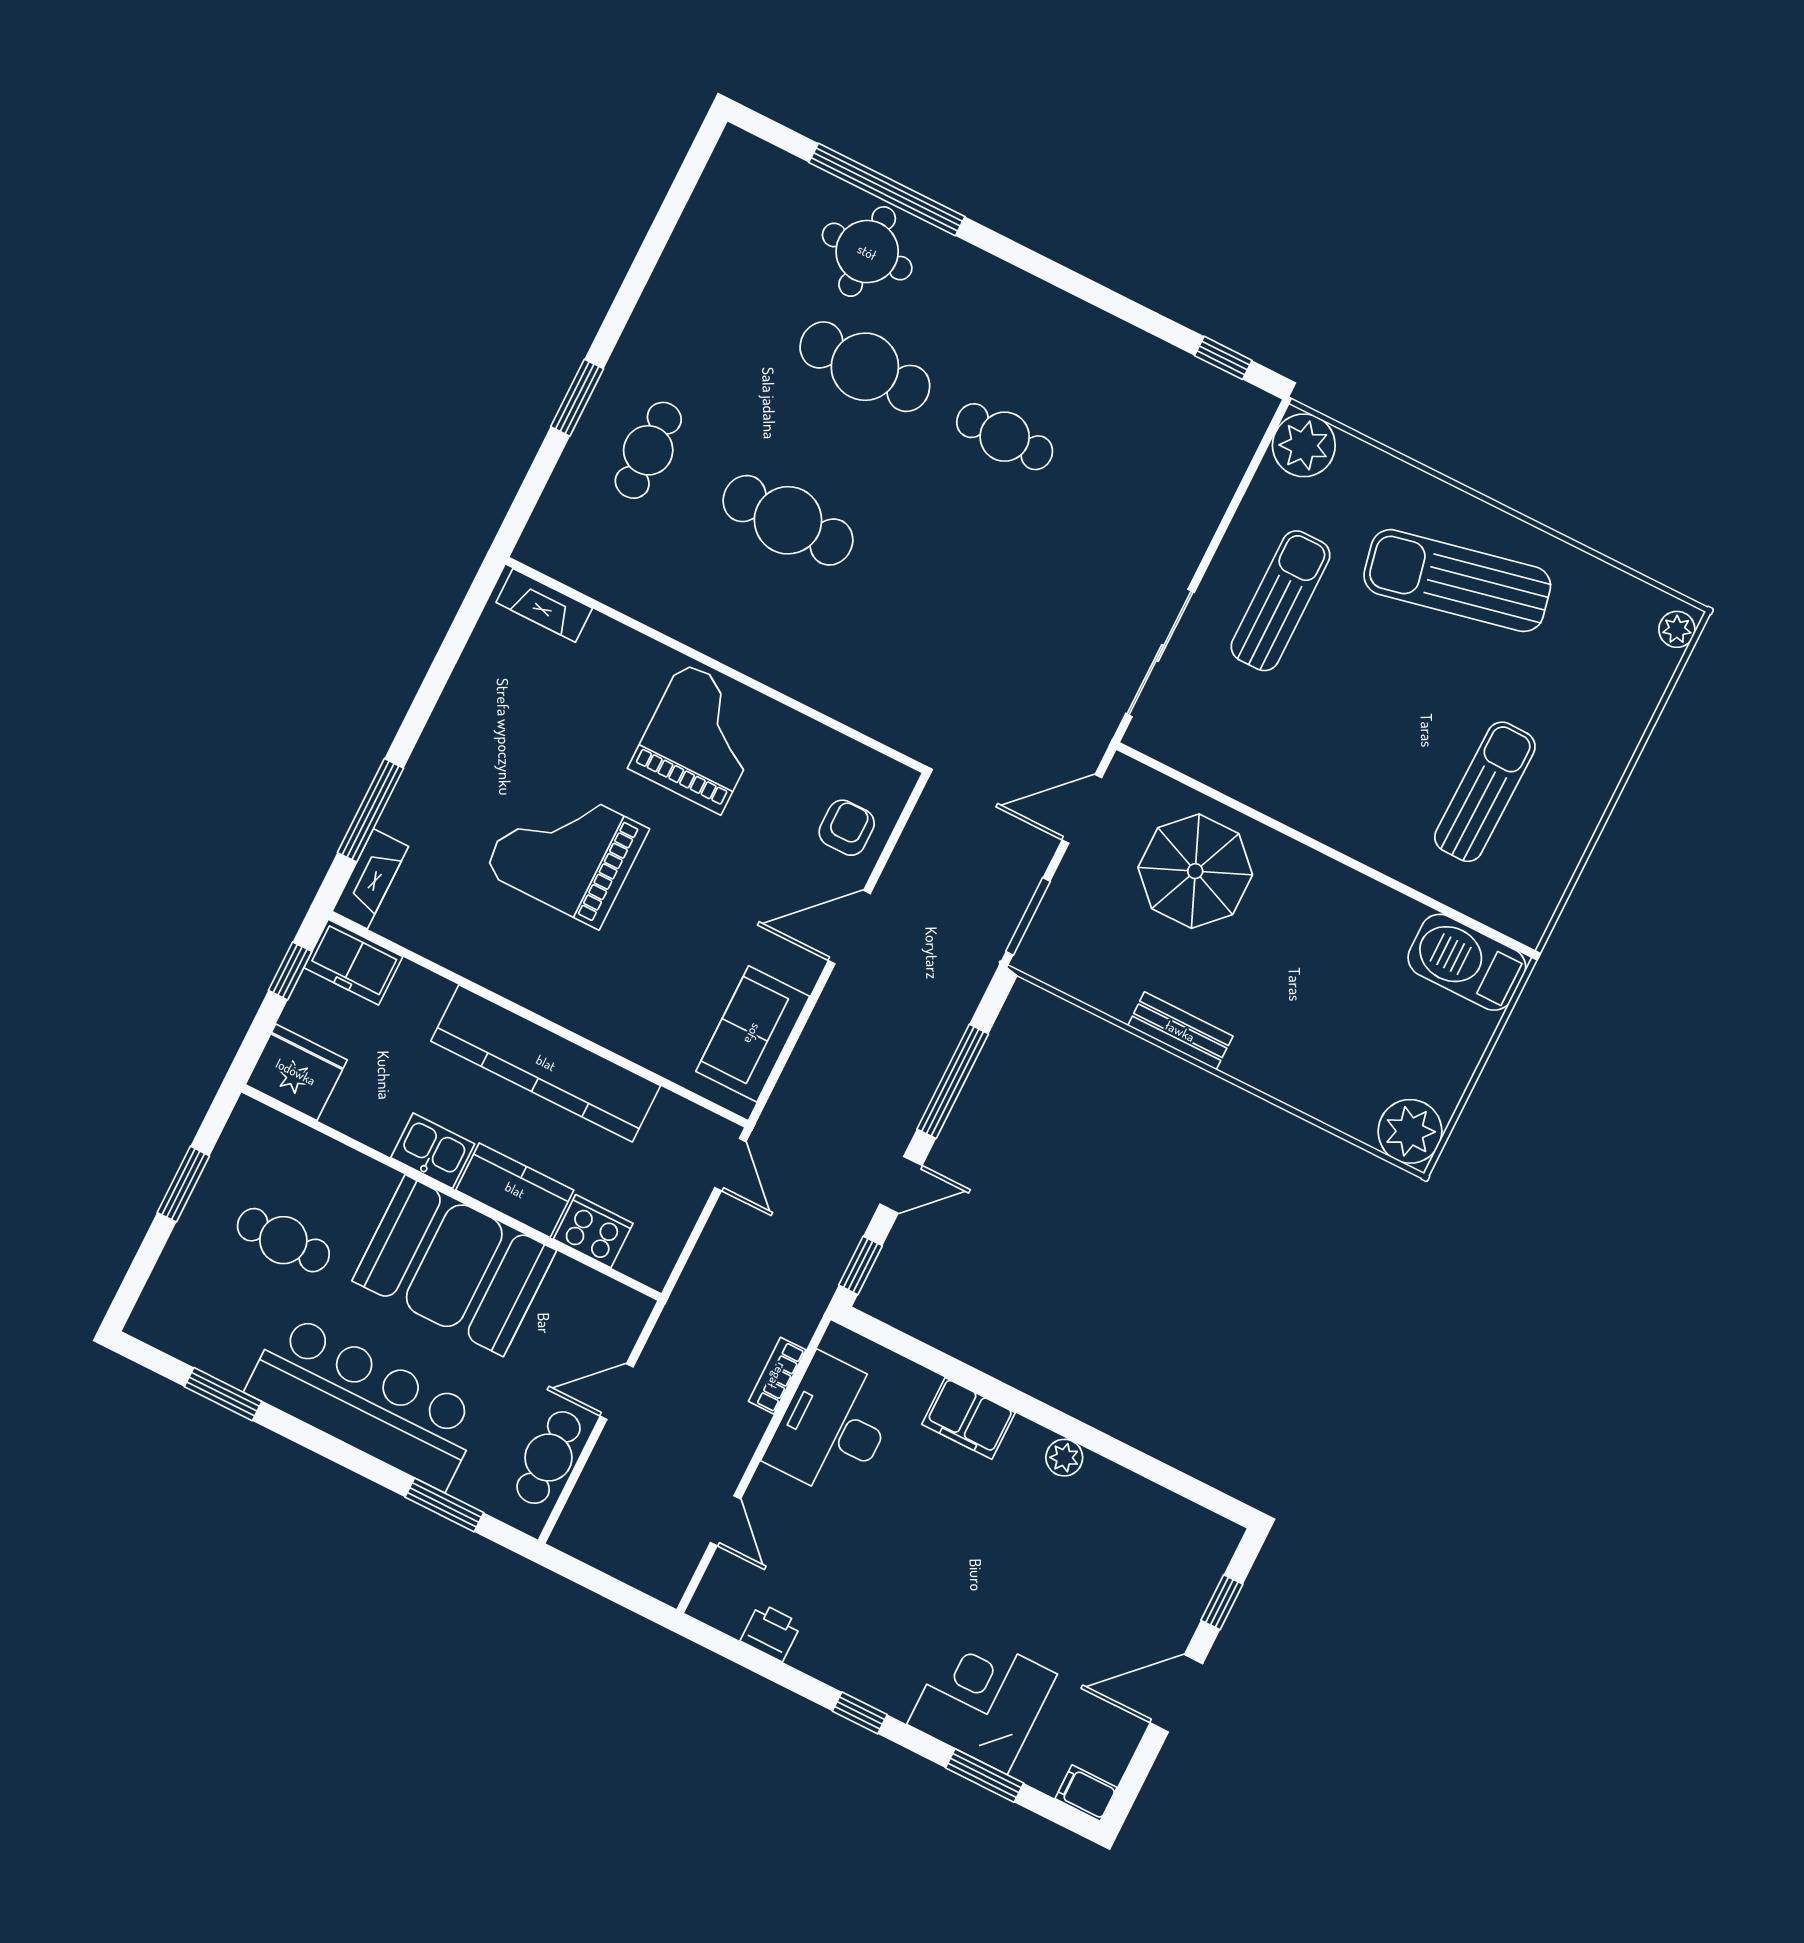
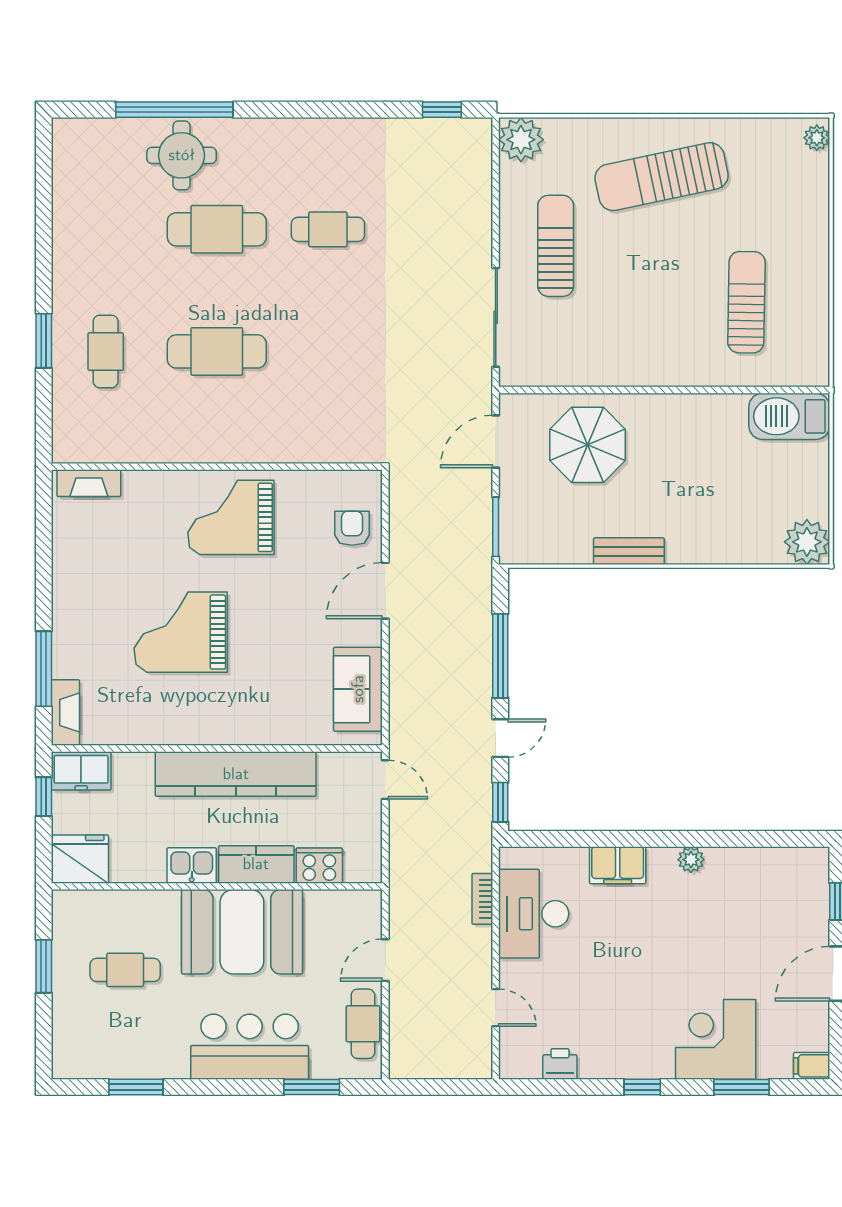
grand piano: (701, 738) -> (231, 517), turned -90
bar counter: (365, 1402) -> (250, 1047), width x0.73

